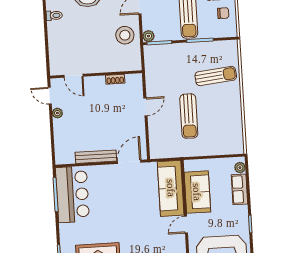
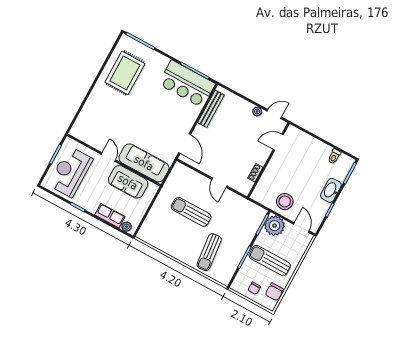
plant: (148, 36) -> (274, 226), width x1.88, depth x1.88
bench: (96, 157) -> (211, 109), moved

